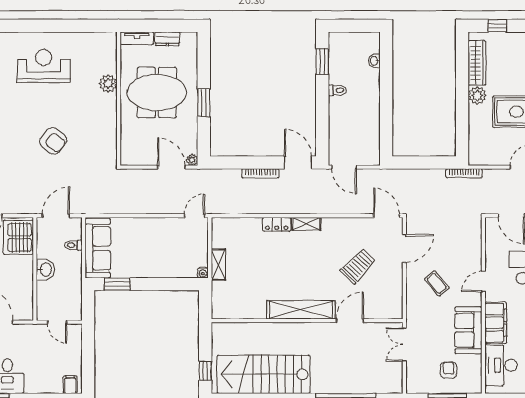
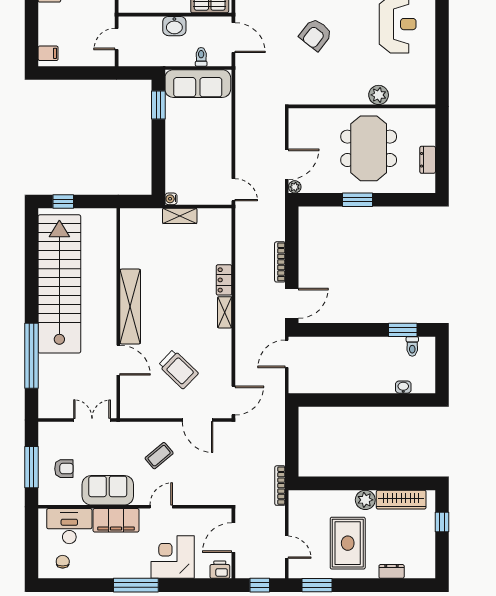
tv unit: (137, 38) -> (428, 126), removed
toilet: (337, 90) -> (412, 346), moved
door: (483, 281) -> (161, 507), hinge flipped
stairs: (264, 374) -> (59, 284), width x1.36

